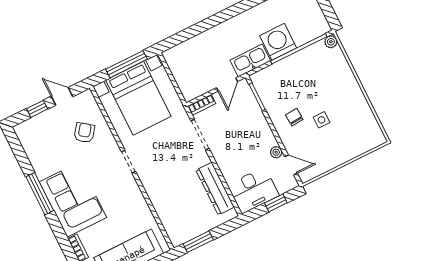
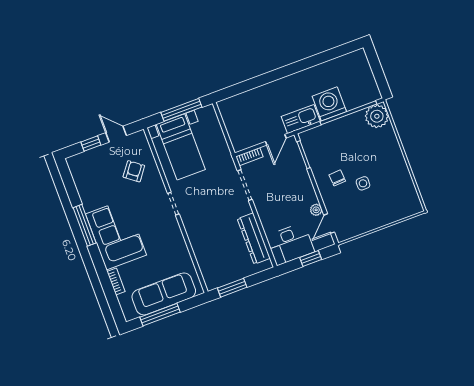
plant: (331, 42) -> (377, 116), width x1.87, depth x1.87
bed with nightstands: (138, 98) -> (181, 147), width x0.73
door: (291, 165) -> (329, 224), swing flipped

